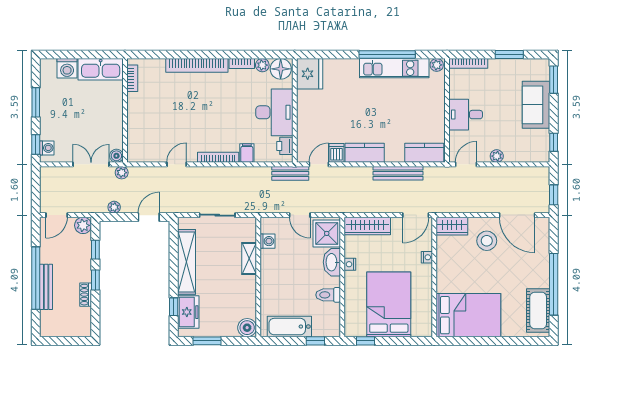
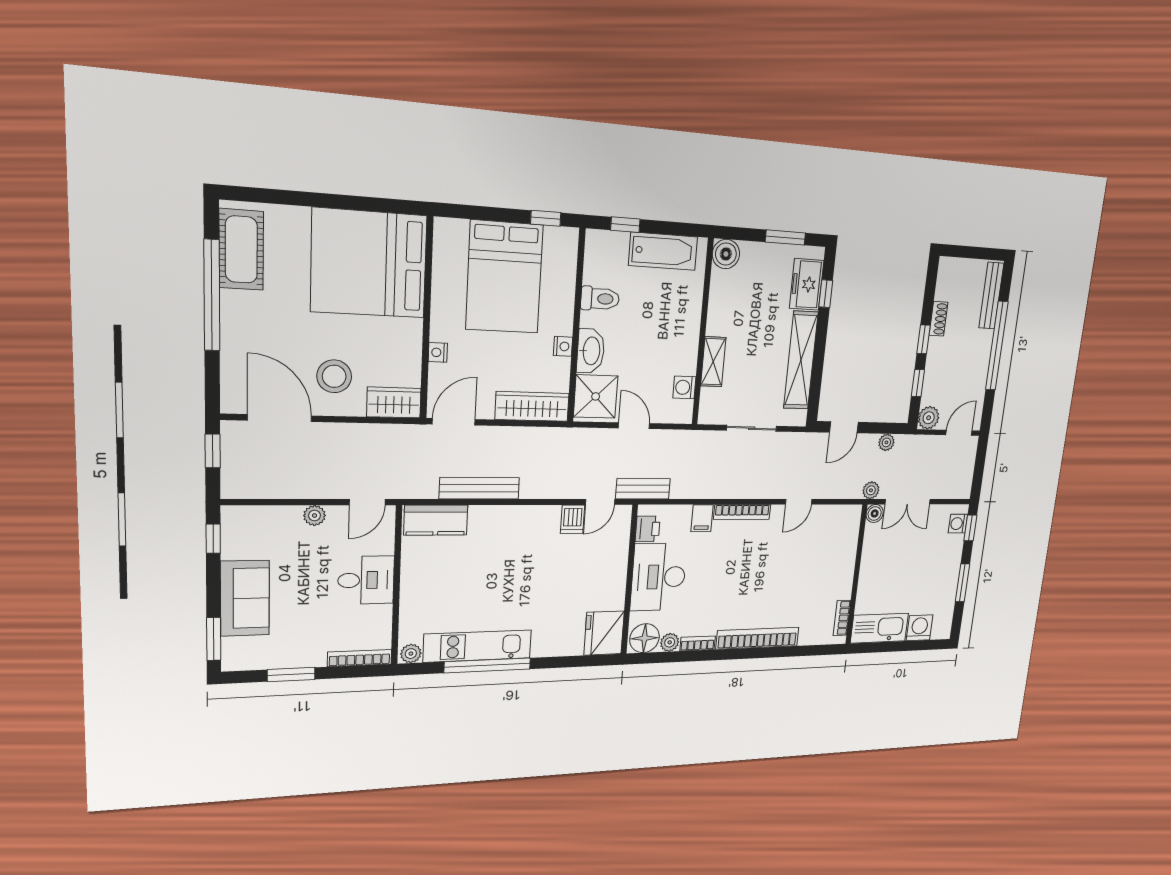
kitchen counter: (365, 153) -> (530, 520), removed
bench: (46, 287) -> (991, 296), moved
bed: (468, 315) -> (369, 264), width x1.36

